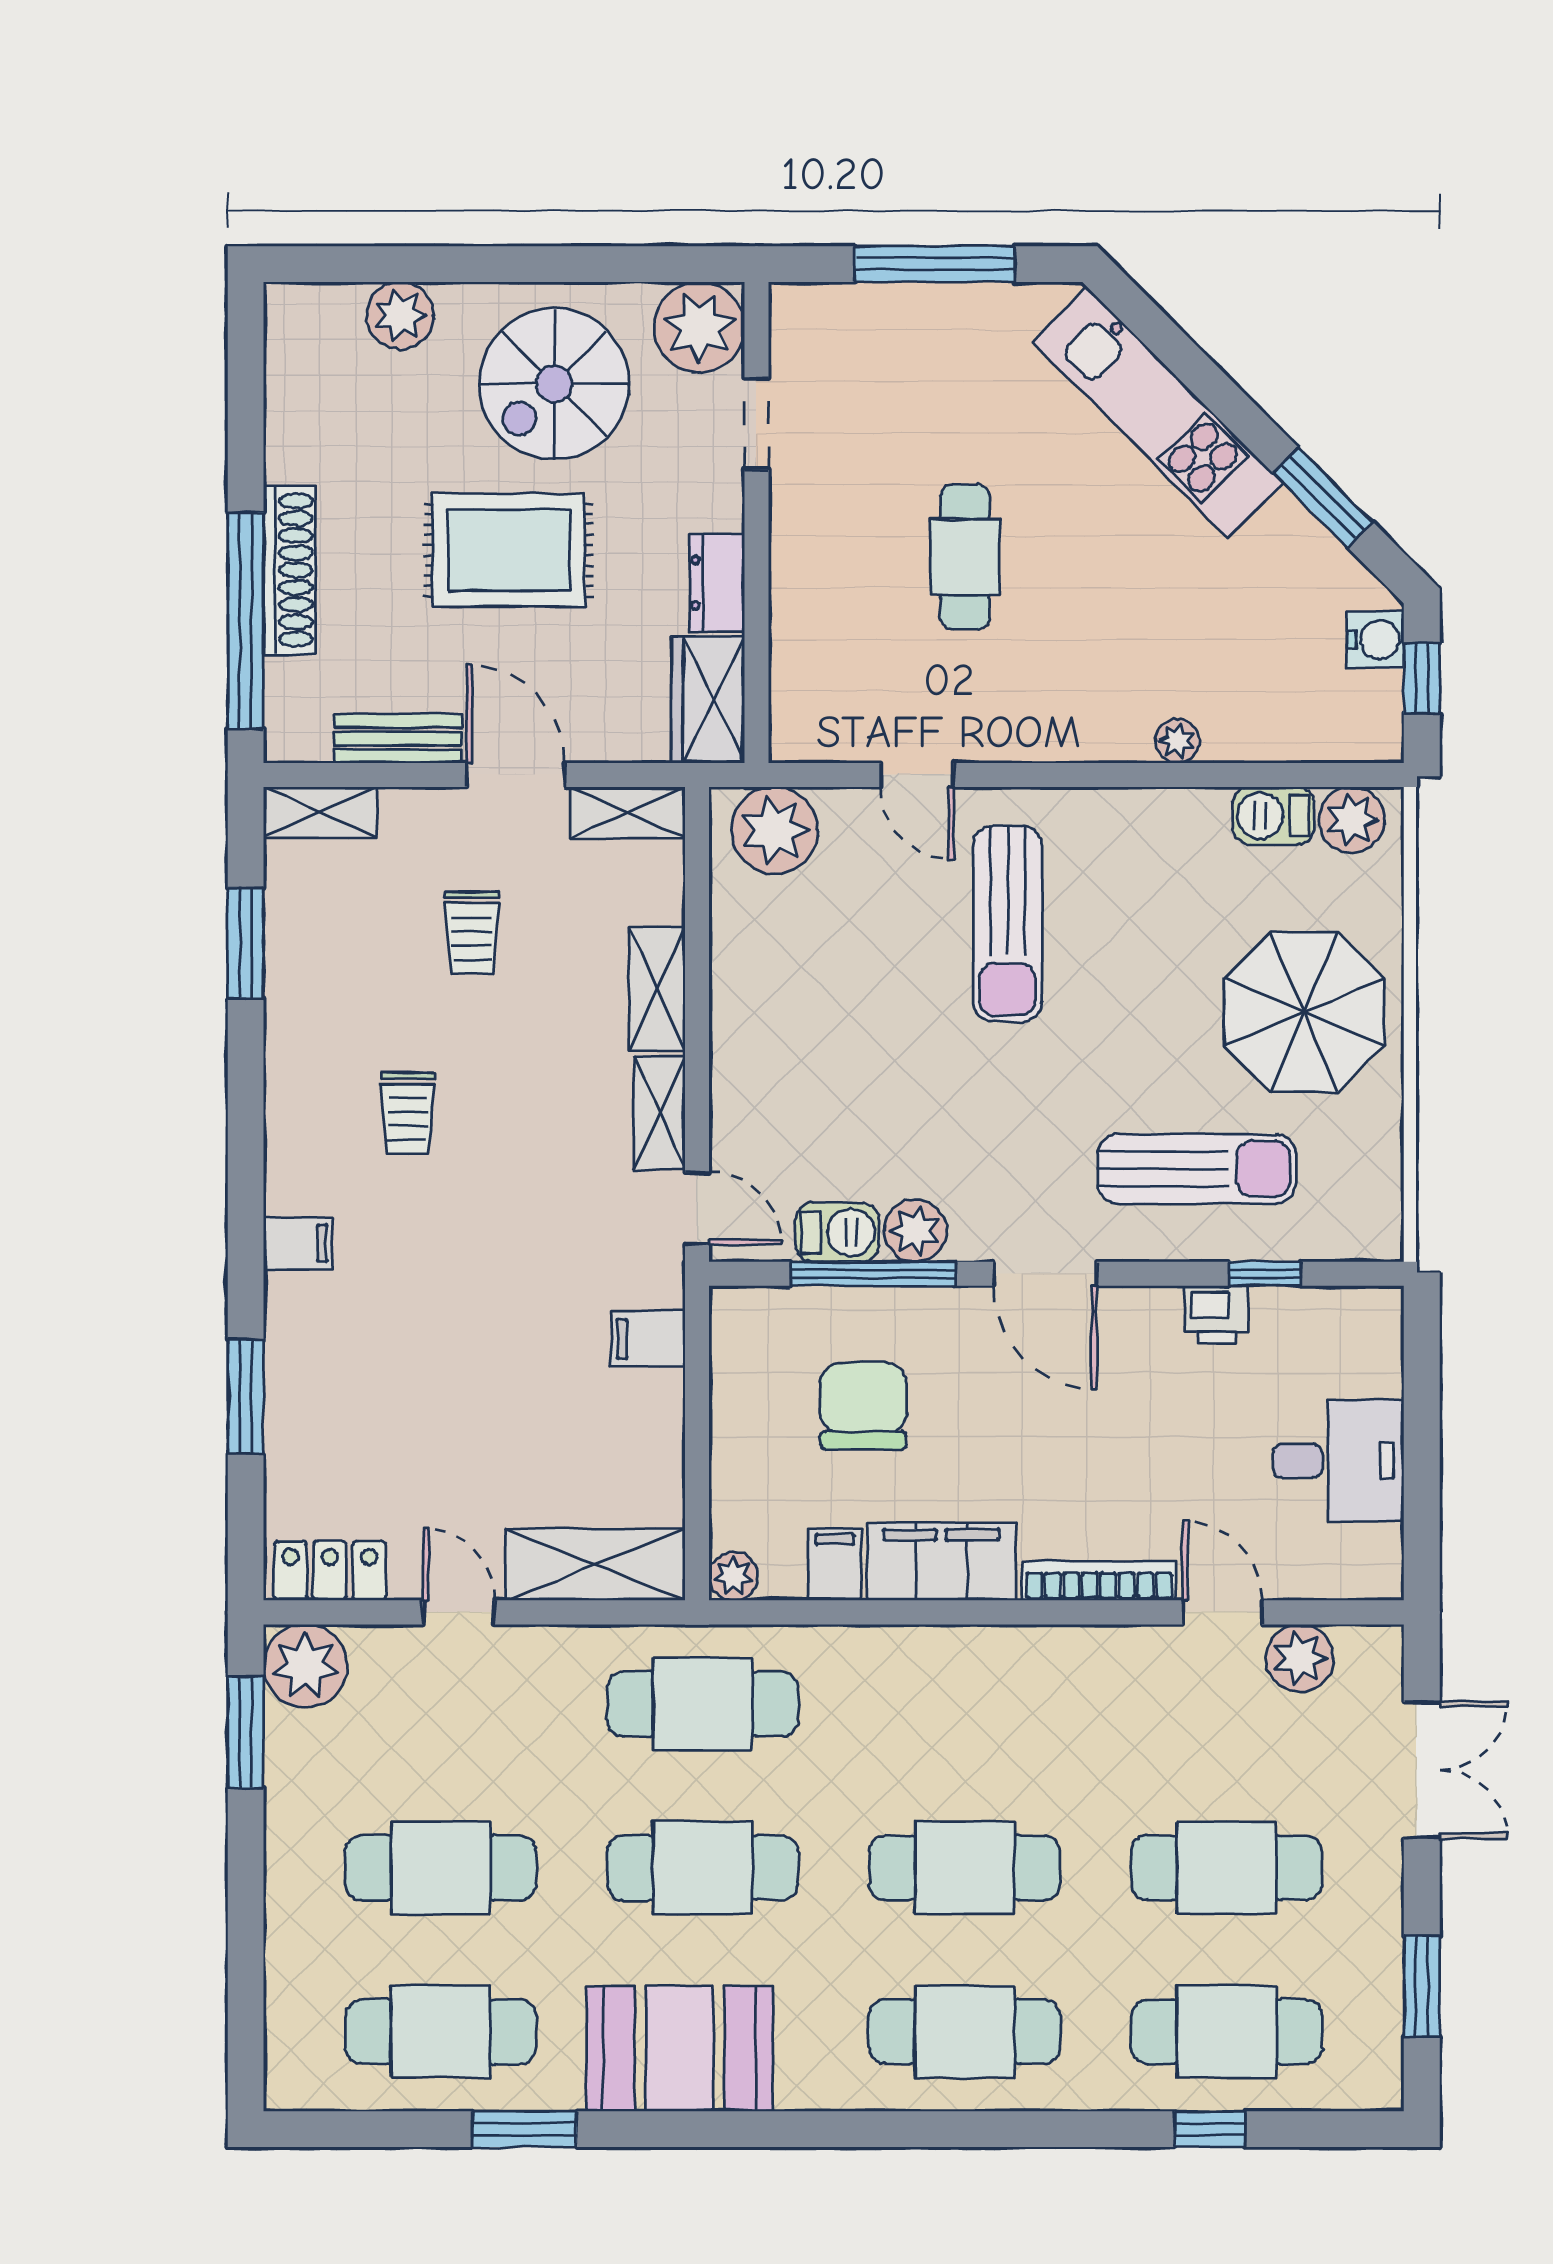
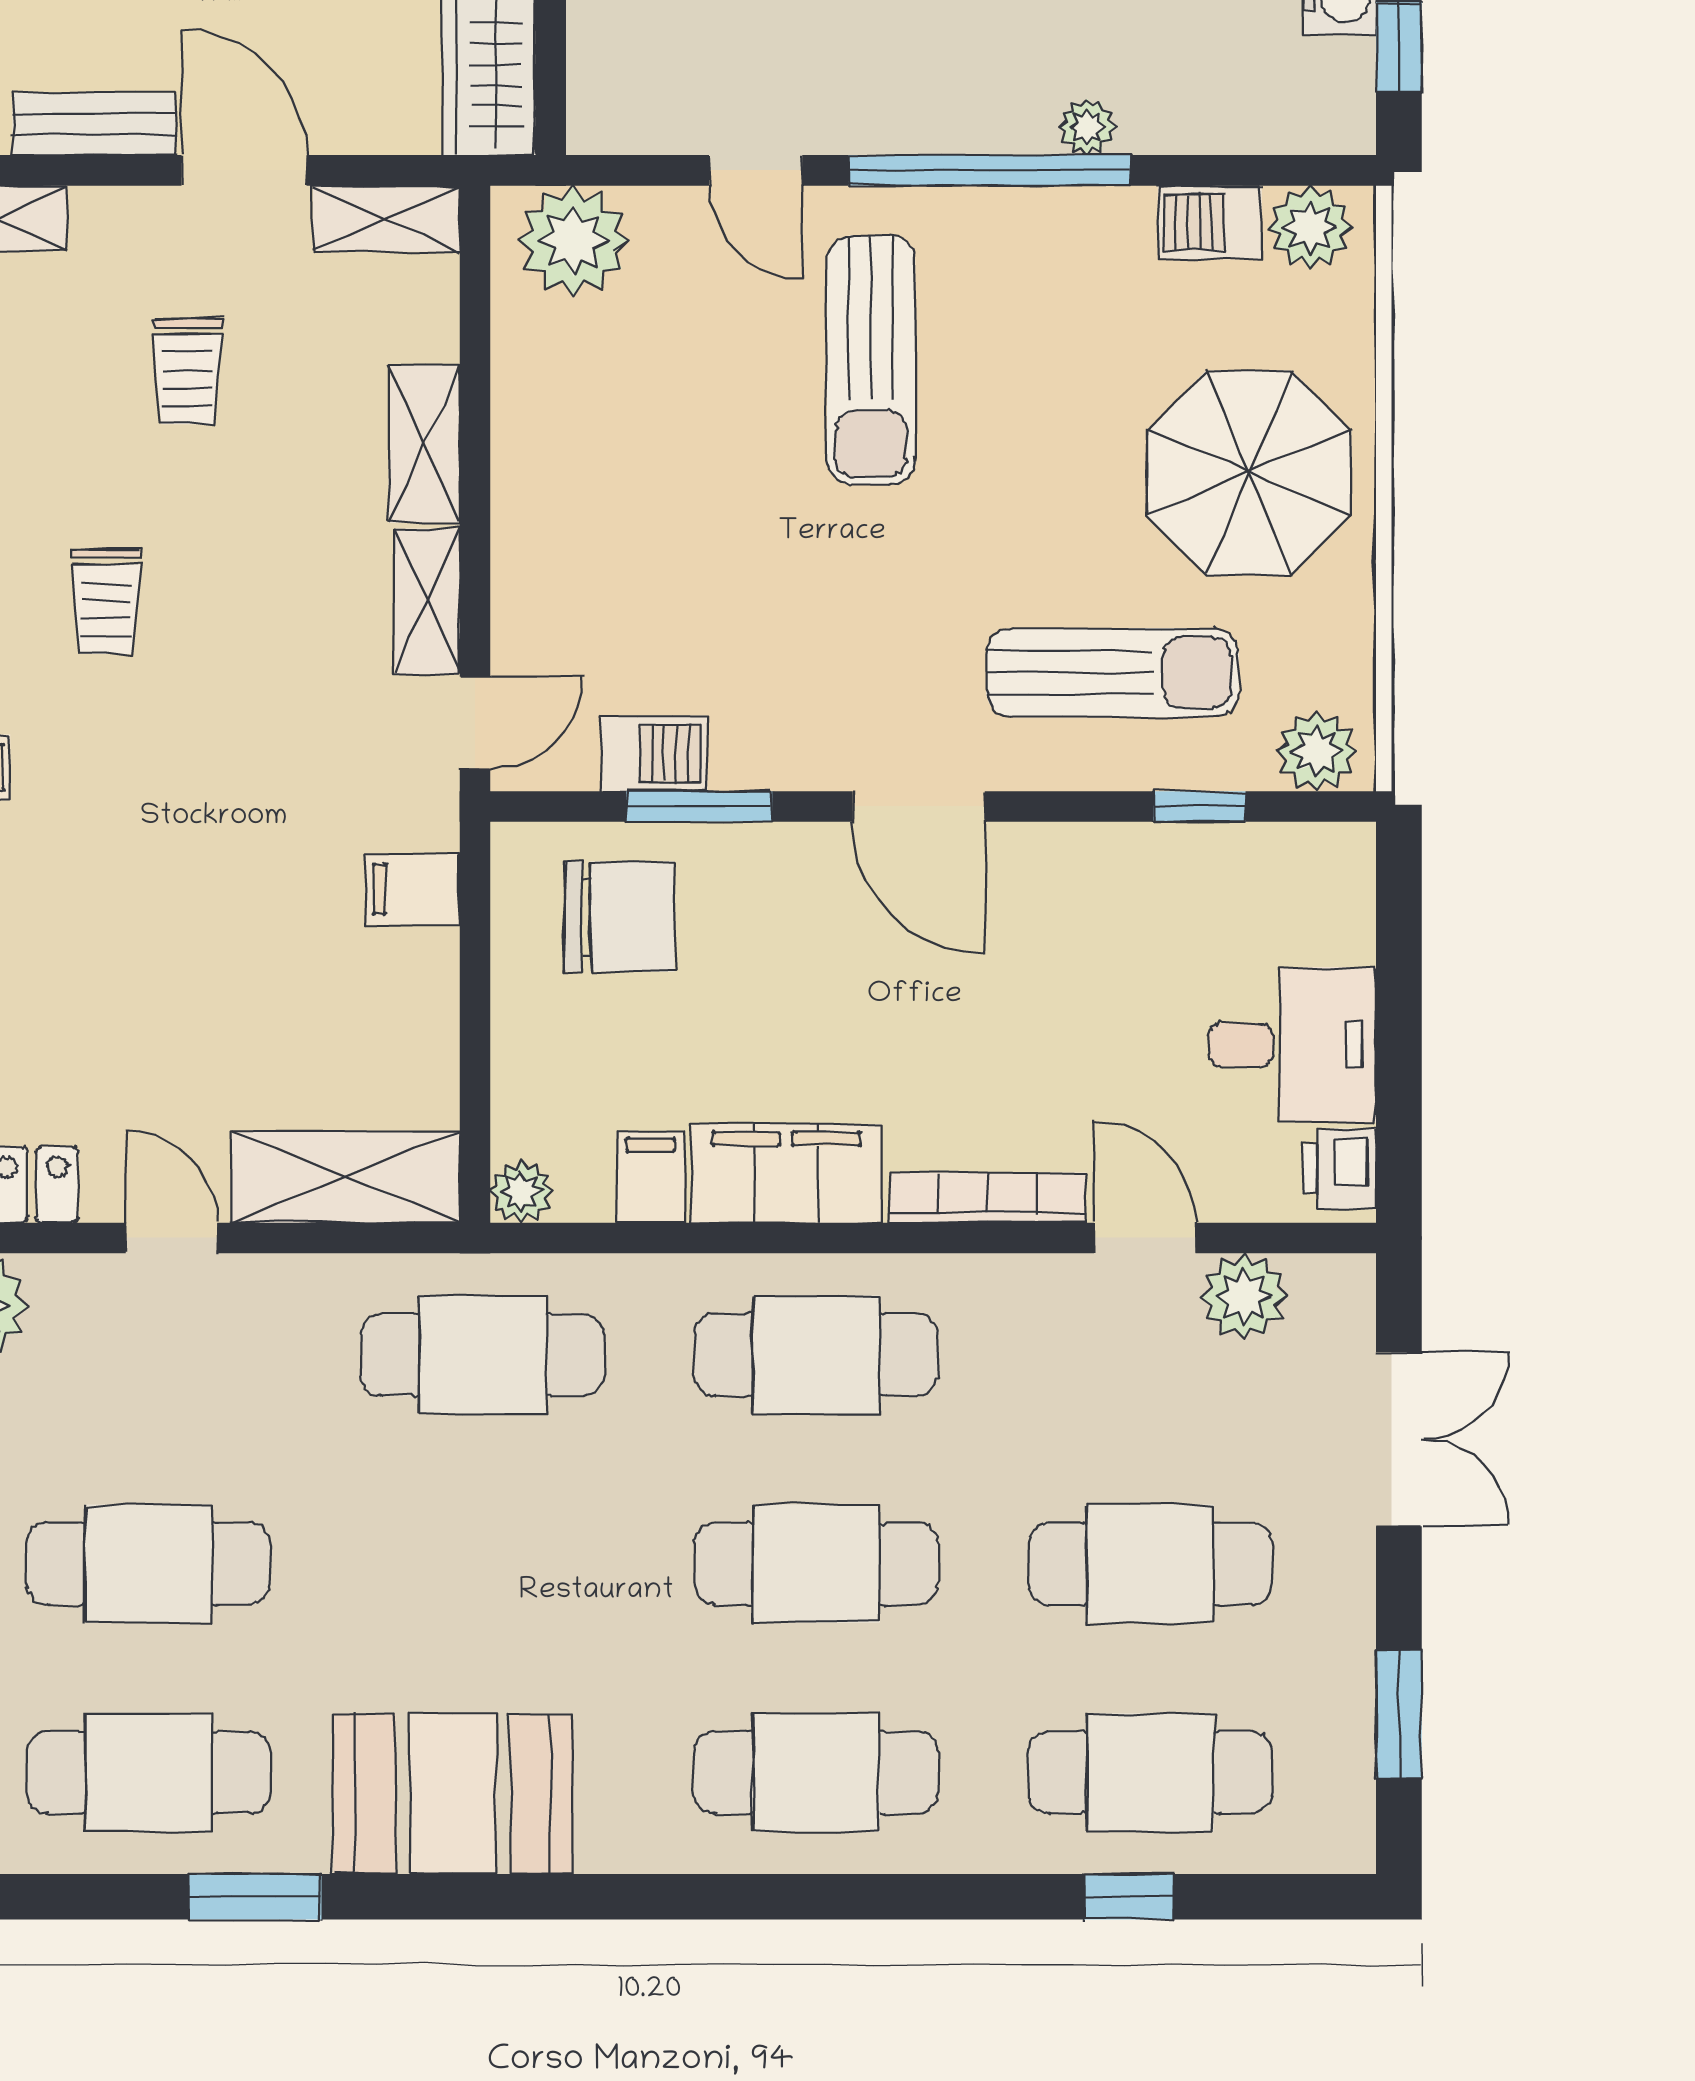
window: (1100, 775) -> (989, 170), added
door: (697, 1208) -> (475, 723), hinge flipped
plant: (915, 1231) -> (1317, 751), moved
window: (873, 1274) -> (699, 806), width x0.69
printer: (1216, 1315) -> (1339, 1169), moved, turned 90
chair: (863, 1406) -> (619, 916), moved, turned 90
cafe table: (703, 1868) -> (816, 1355), moved

